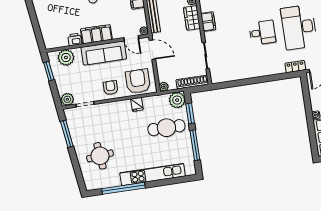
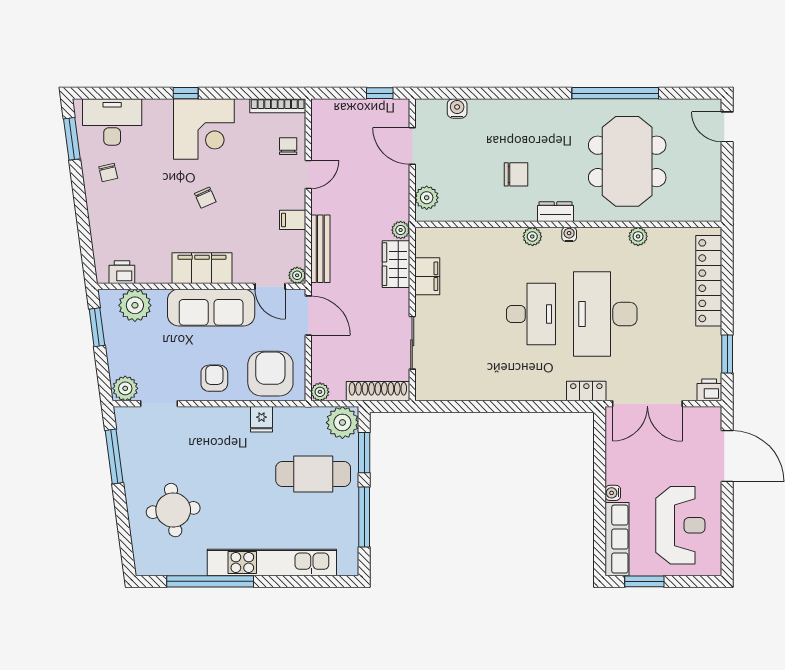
desk: (262, 33) -> (531, 314), width x1.37
printer: (75, 39) -> (122, 272), moved

